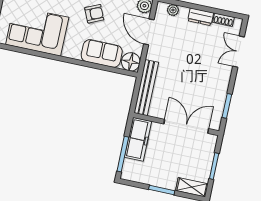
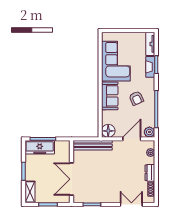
sofa: (102, 53) -> (110, 96), moved
double door: (186, 126) -> (72, 179), swing flipped
freezer: (138, 139) -> (40, 147), moved

